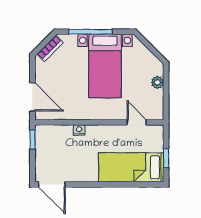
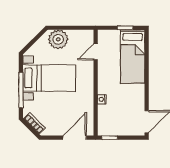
plant: (157, 82) -> (58, 39), width x1.88, depth x1.88

